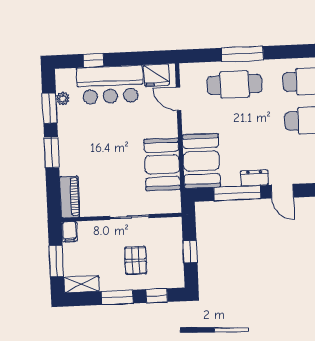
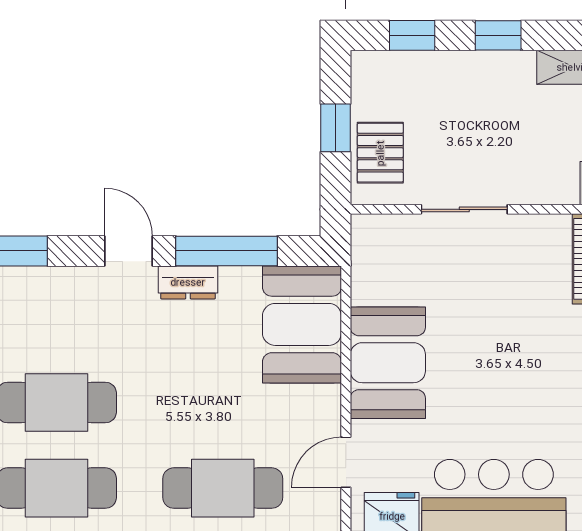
door: (179, 99) -> (346, 462), swing flipped
booth: (162, 164) -> (388, 363), moved
pallet: (136, 260) -> (380, 153), moved
window: (117, 297) -> (498, 35), width x0.67

